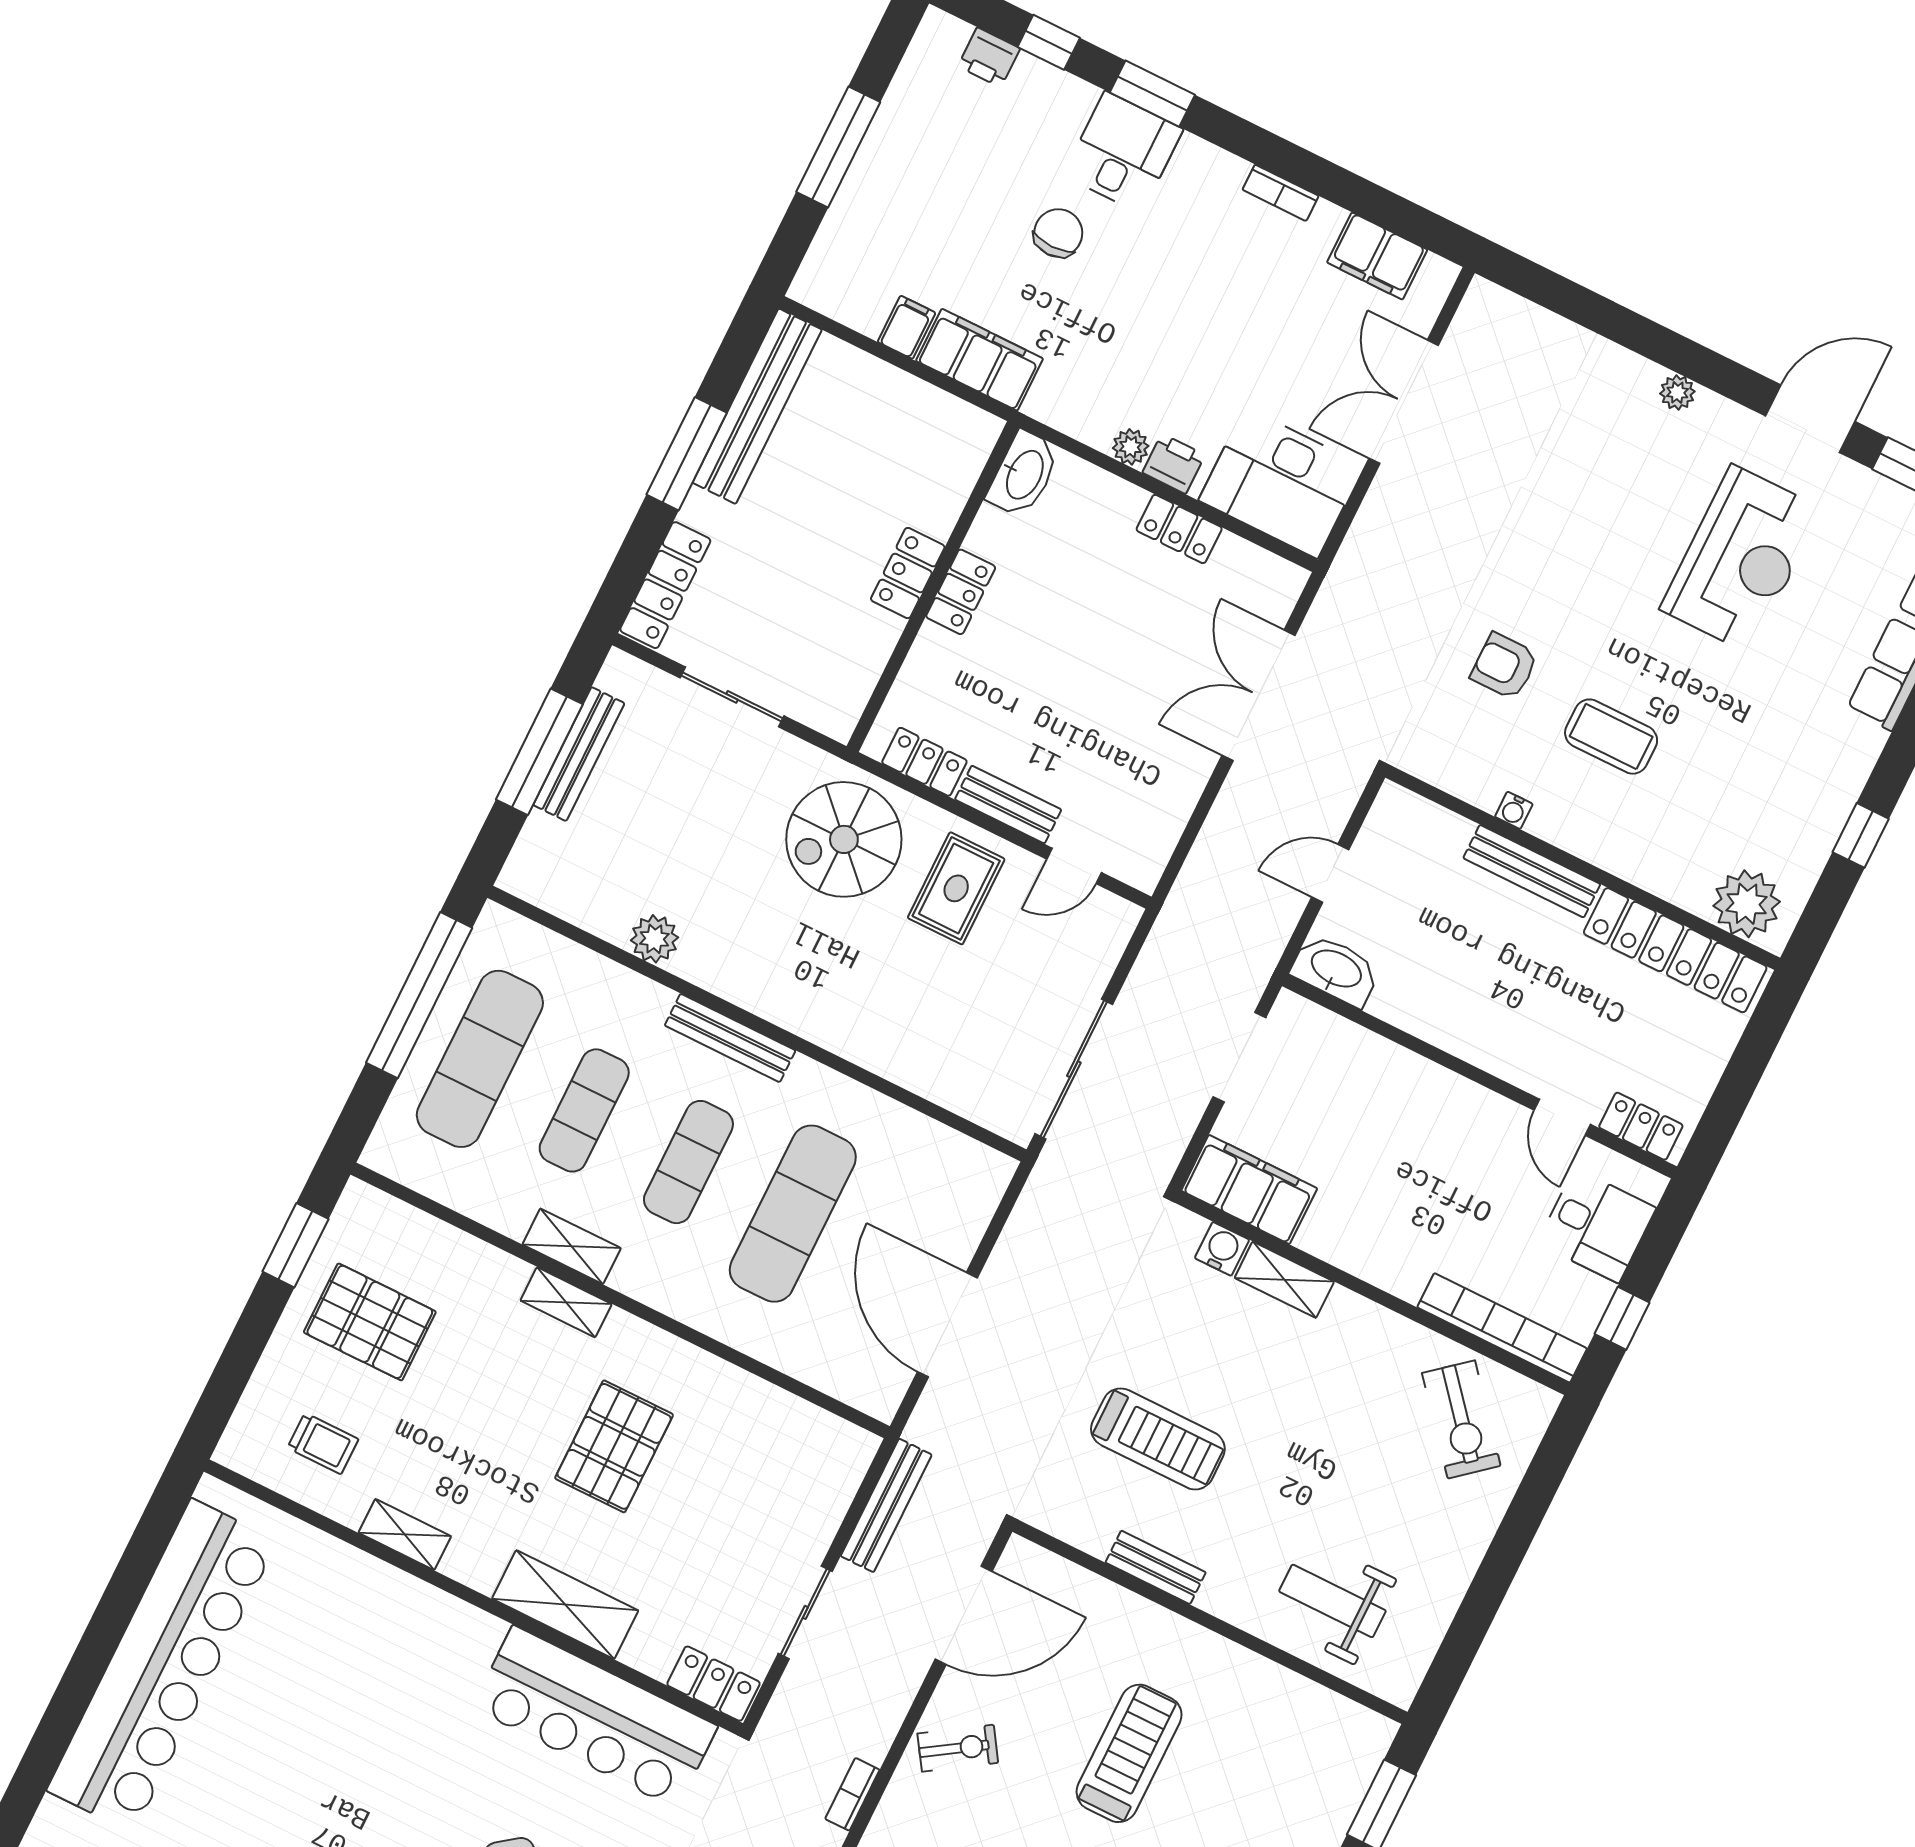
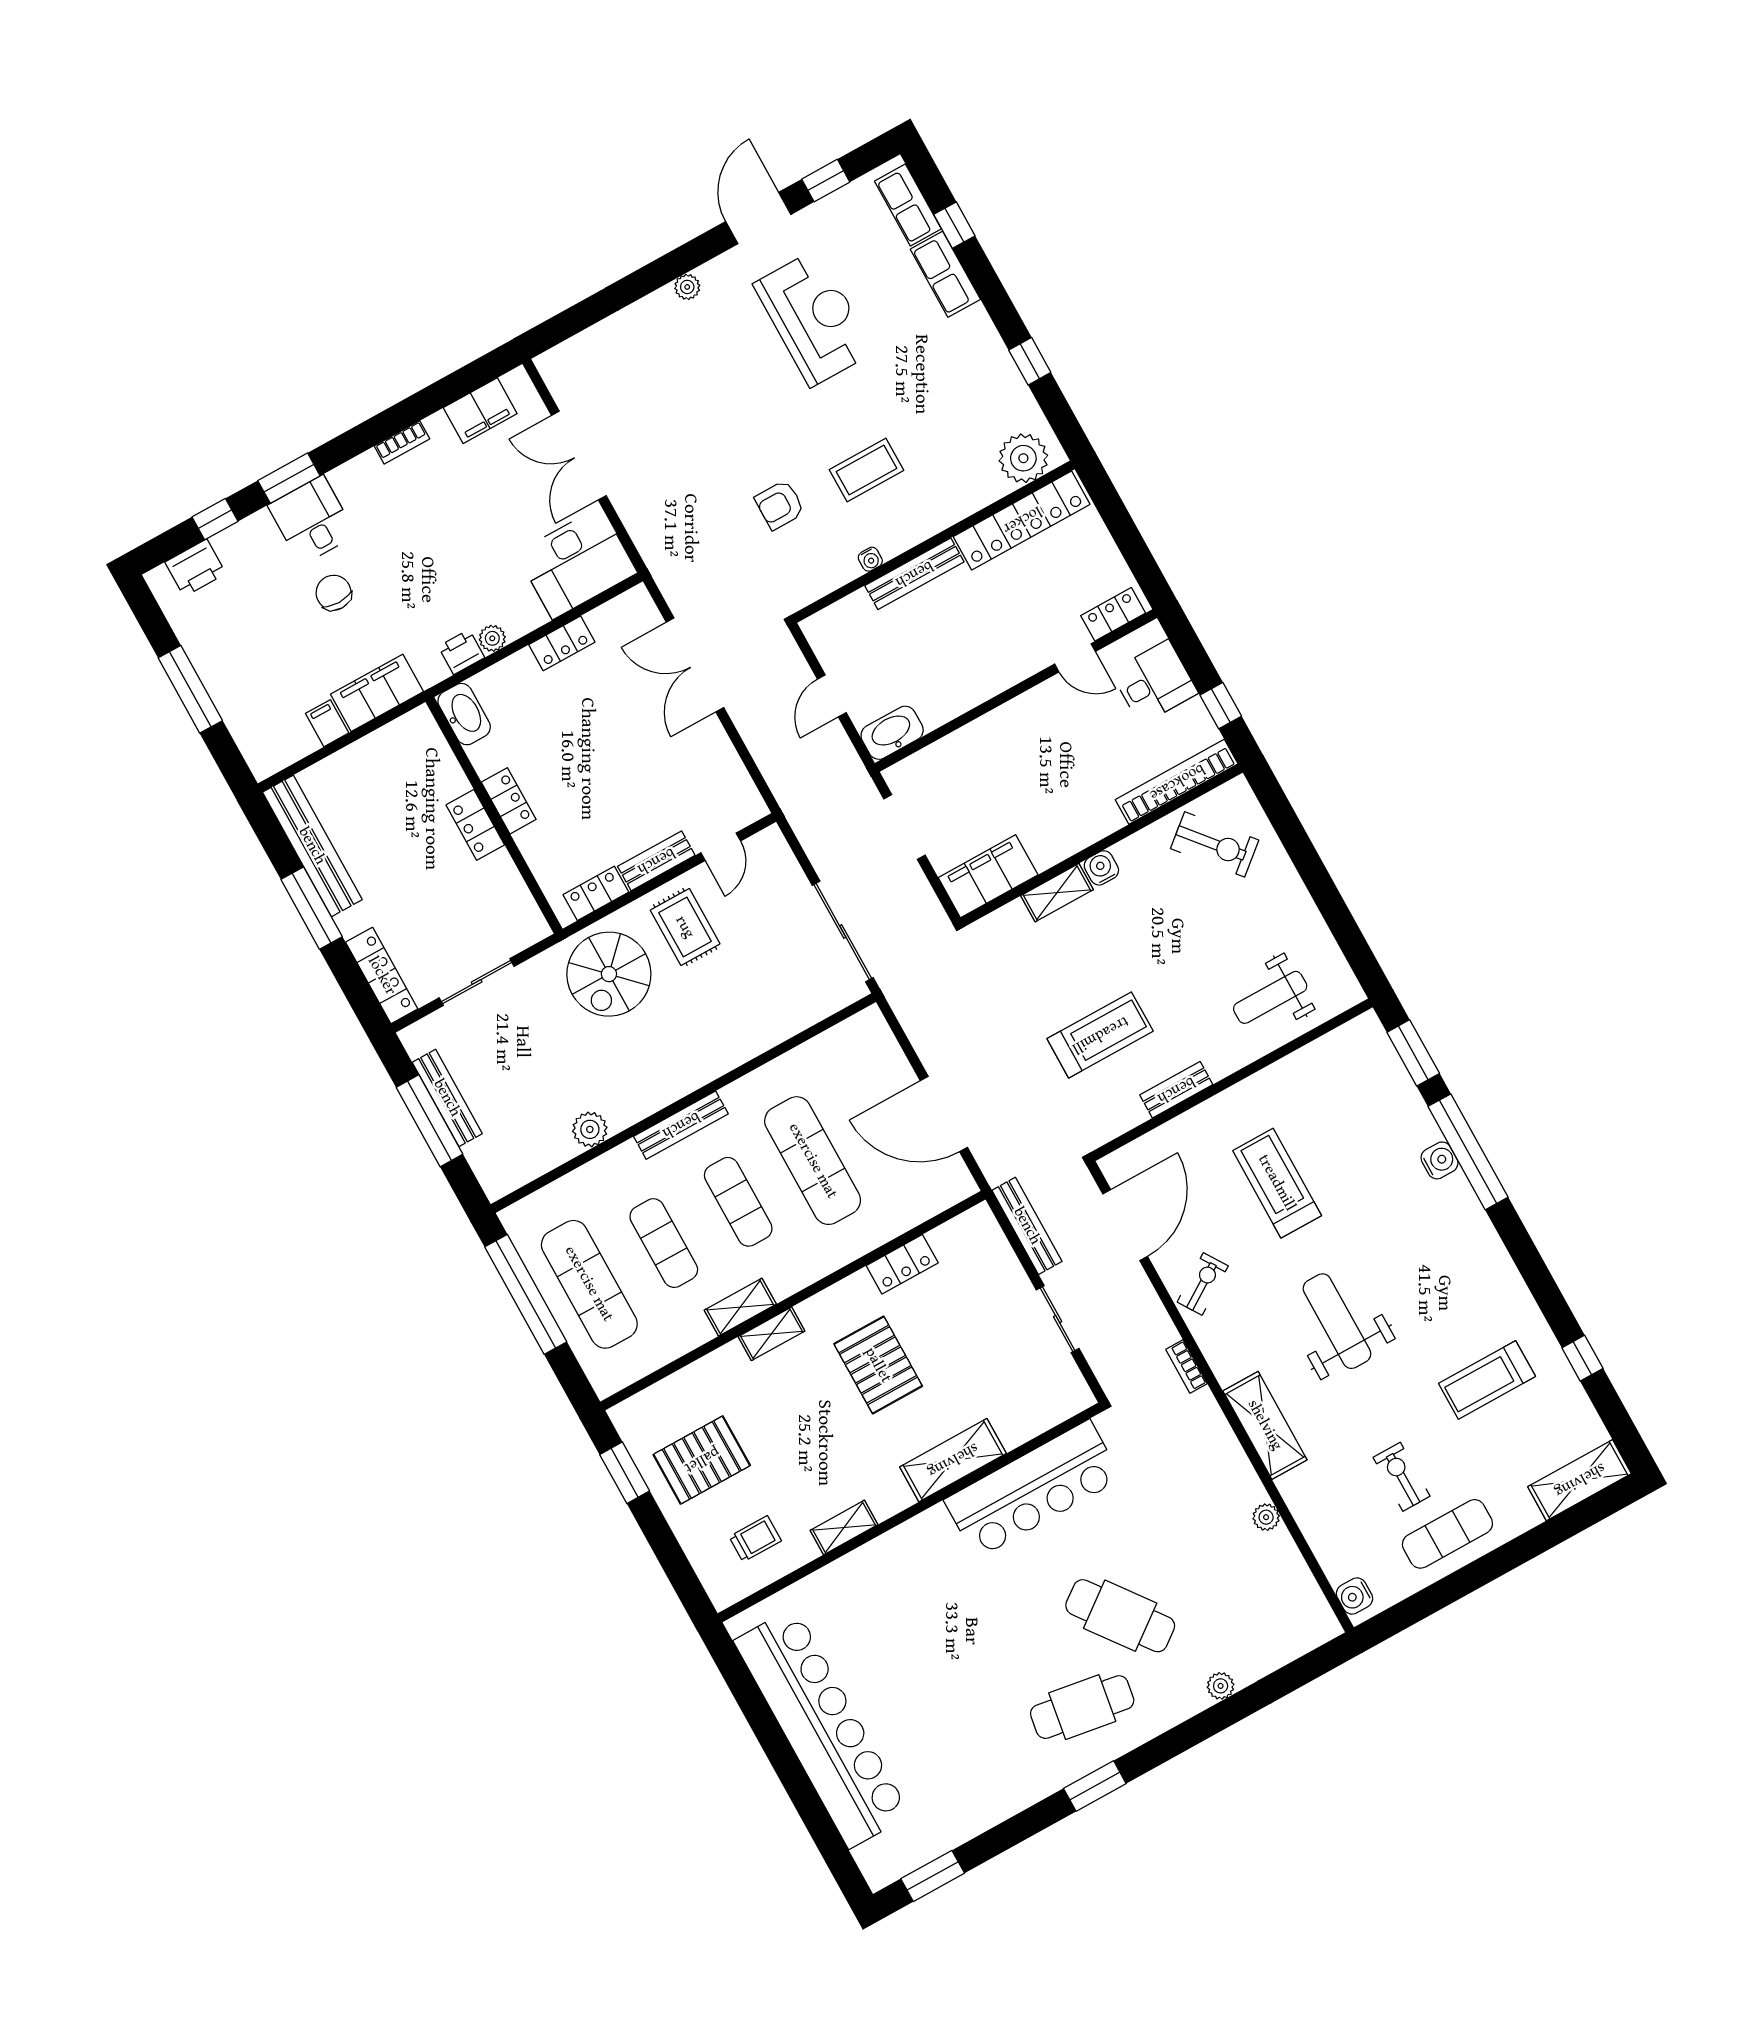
printer: (989, 57) -> (195, 568), width x1.36, depth x1.24
printer: (1174, 464) -> (461, 652), moved
water cooler: (1222, 1249) -> (1101, 868), moved
locker: (713, 1684) -> (902, 1264), moved, turned 180

